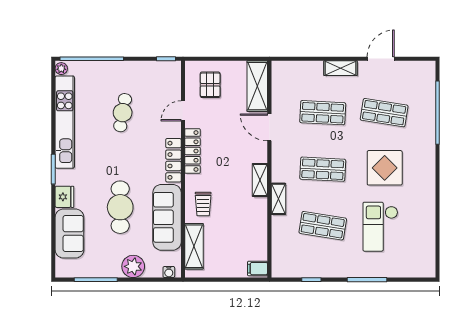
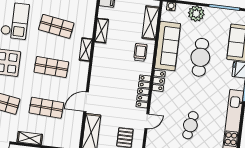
door: (269, 127) -> (86, 102), swing flipped
locker: (173, 160) -> (159, 81), width x0.66
shelving: (260, 180) -> (102, 31), moved

